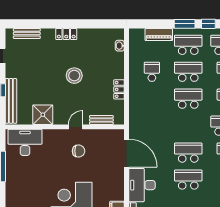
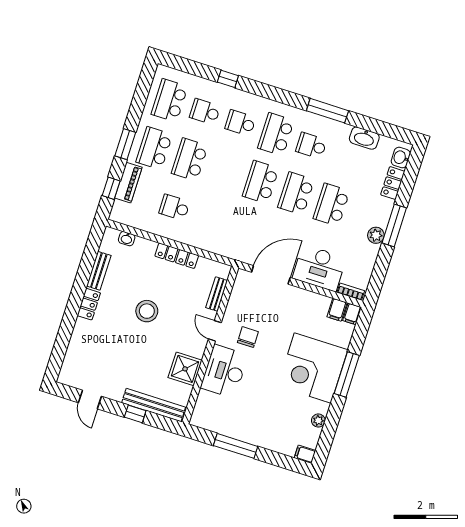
window: (208, 24) -> (111, 188), moved
bench: (27, 34) -> (99, 271), moved
locker: (119, 89) -> (177, 256), width x1.53
school desk: (188, 99) -> (261, 182), moved
desk: (25, 142) -> (224, 371), moved

